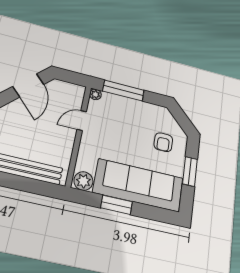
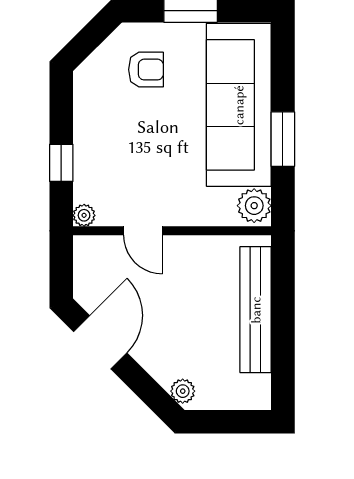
door: (28, 85) -> (100, 342), hinge flipped
window: (123, 91) -> (61, 163), width x0.46

